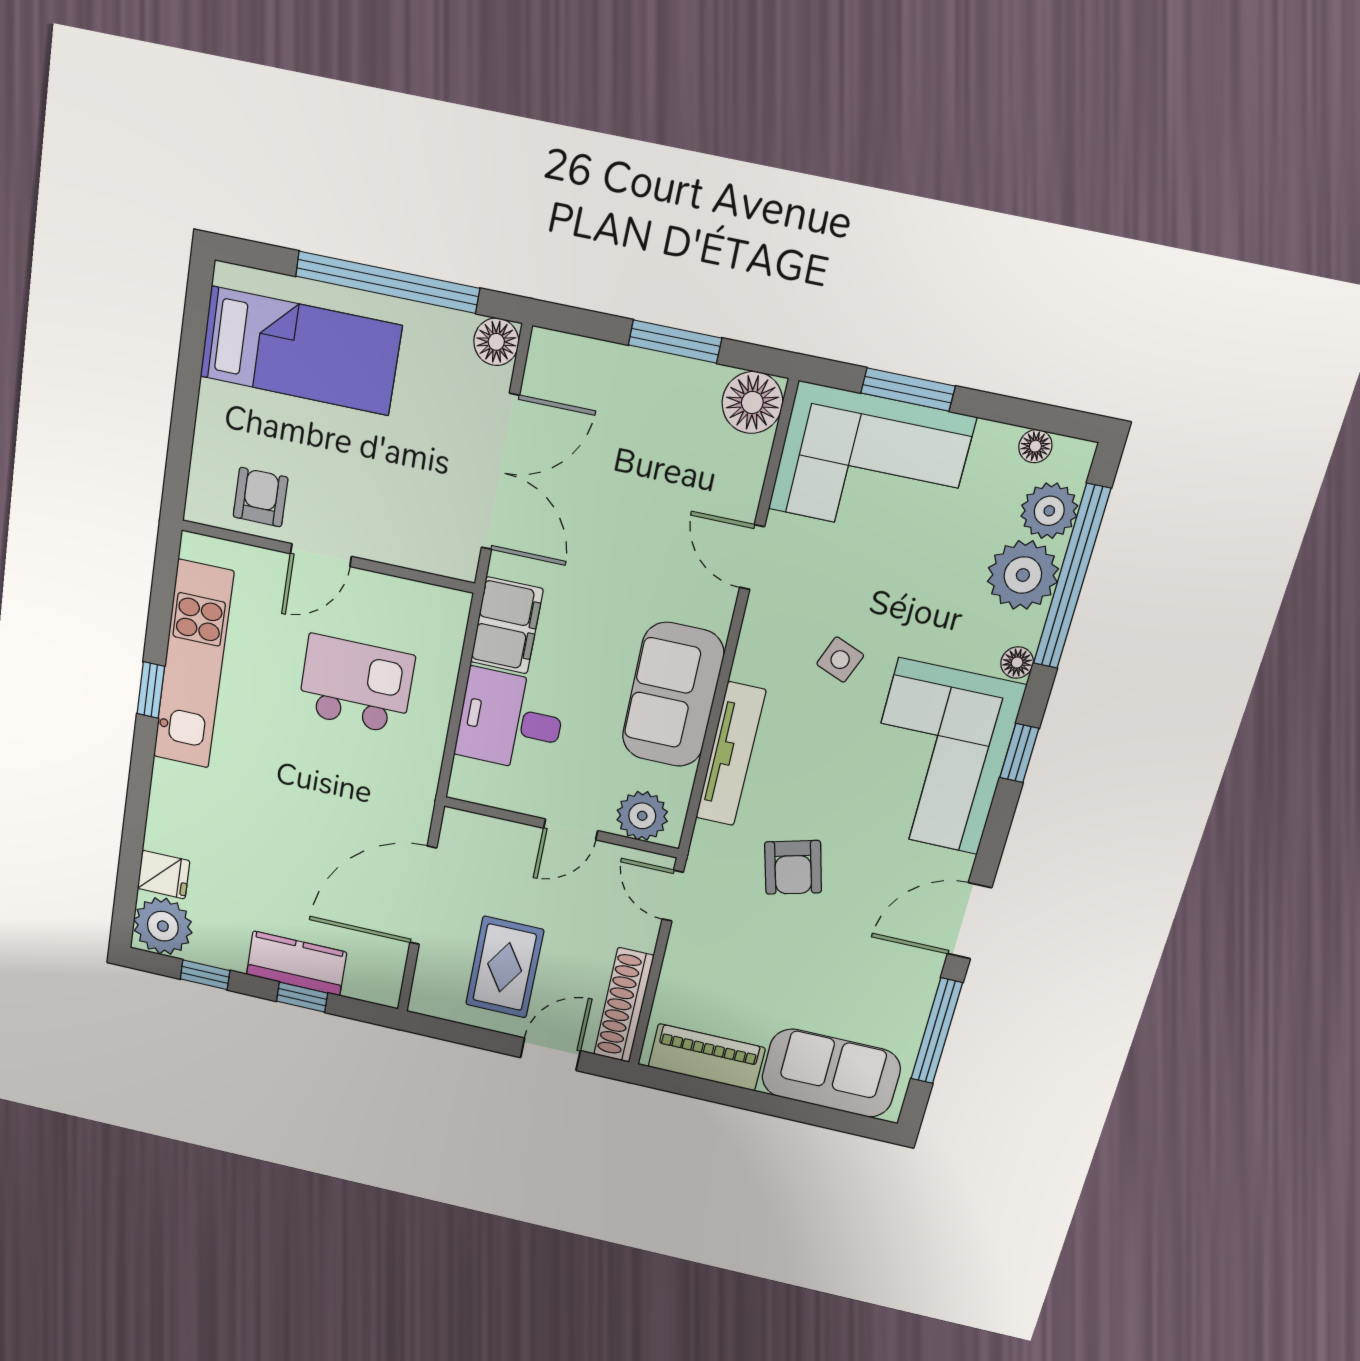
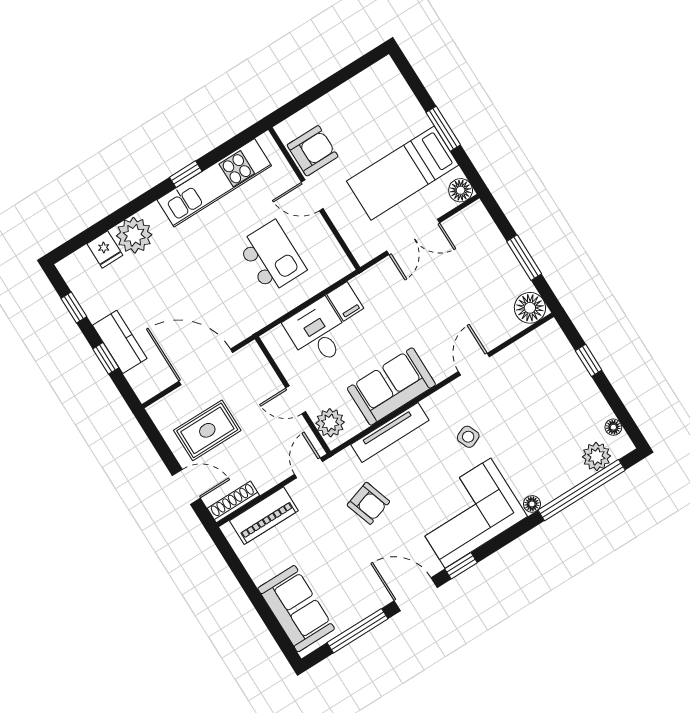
window: (387, 282) -> (443, 129), width x0.47
bed: (300, 351) -> (403, 173), moved, turned 90
window: (908, 390) -> (589, 360), width x0.67
corner sofa: (871, 463) -> (551, 374), removed
double door: (500, 472) -> (413, 237), width x0.73
armchair: (261, 497) -> (313, 151), width x1.38, depth x1.38
plant: (1023, 575) -> (565, 472), removed
filing cabinet: (507, 625) -> (345, 301), width x0.50
side table: (840, 660) -> (468, 437), turned 45
window: (1019, 753) -> (461, 566), moved
armchair: (793, 867) -> (368, 503), turned -93
plant: (163, 926) -> (134, 235), moved
shoe rack: (624, 1005) -> (233, 502), width x0.74, depth x0.81
piano: (707, 1057) -> (264, 516), moved, turned 90

